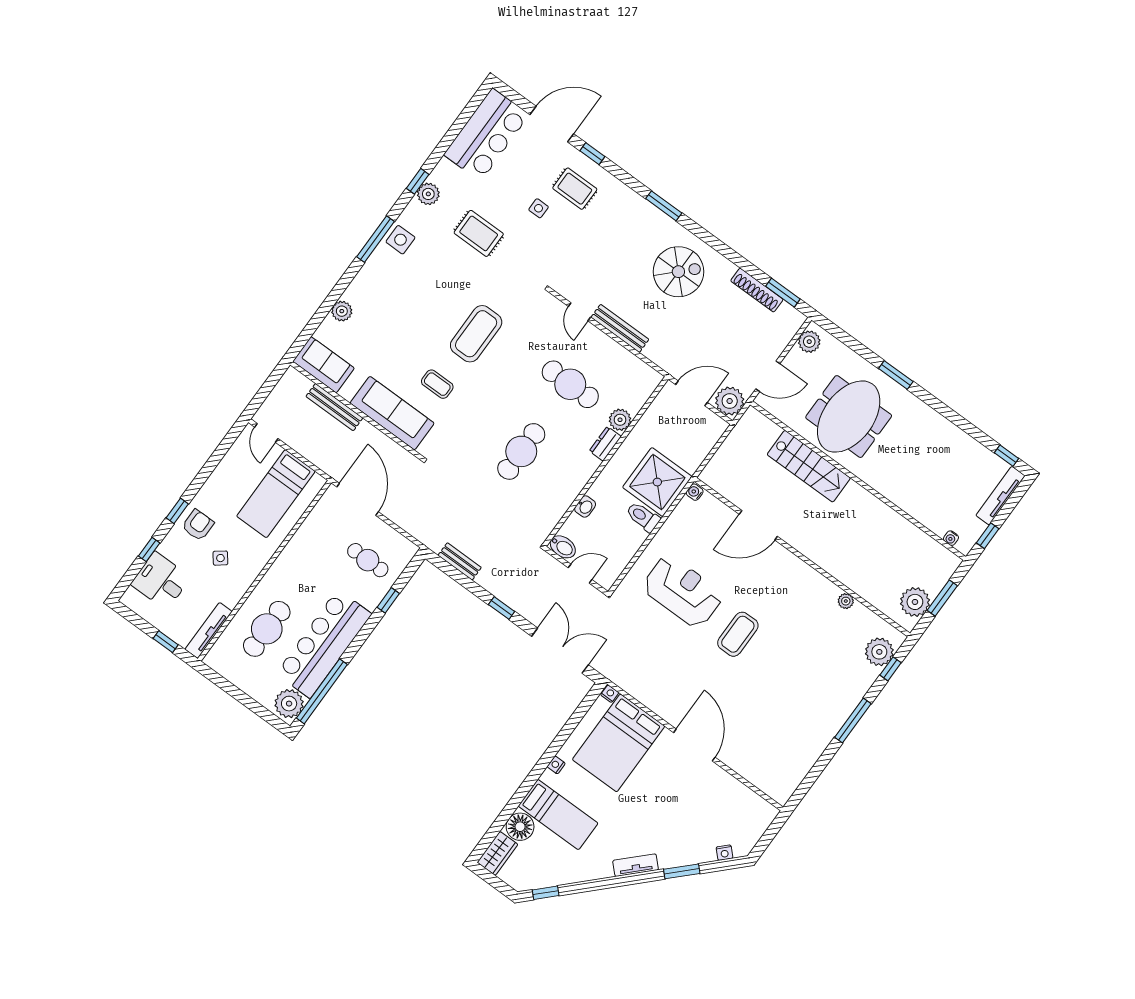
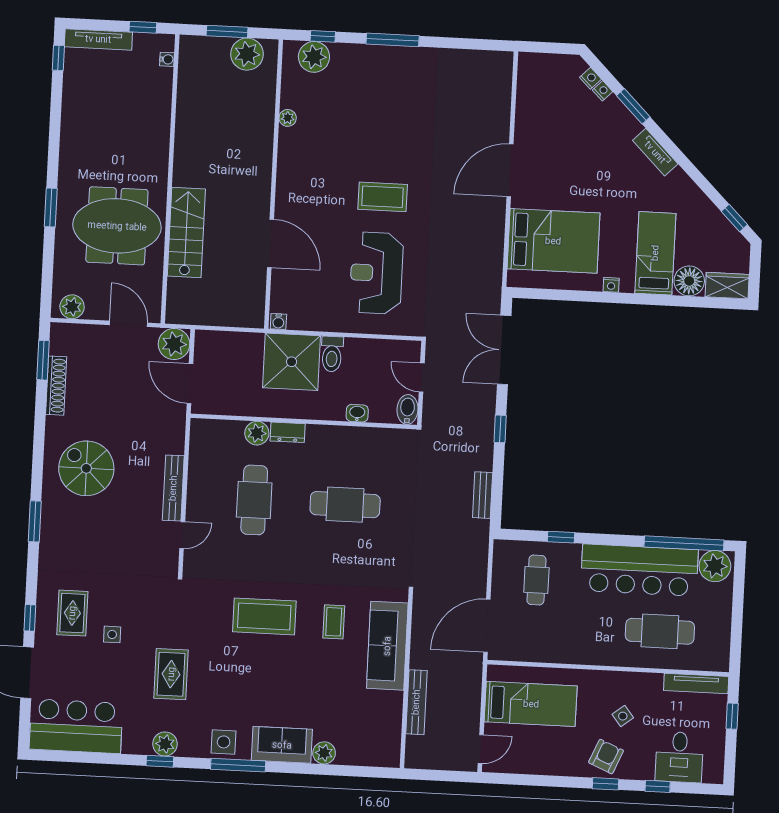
sofa: (324, 365) -> (282, 745), moved, turned 90
armchair: (198, 525) -> (606, 757), turned 113
nightstand: (610, 694) -> (603, 91), moved, turned 135

